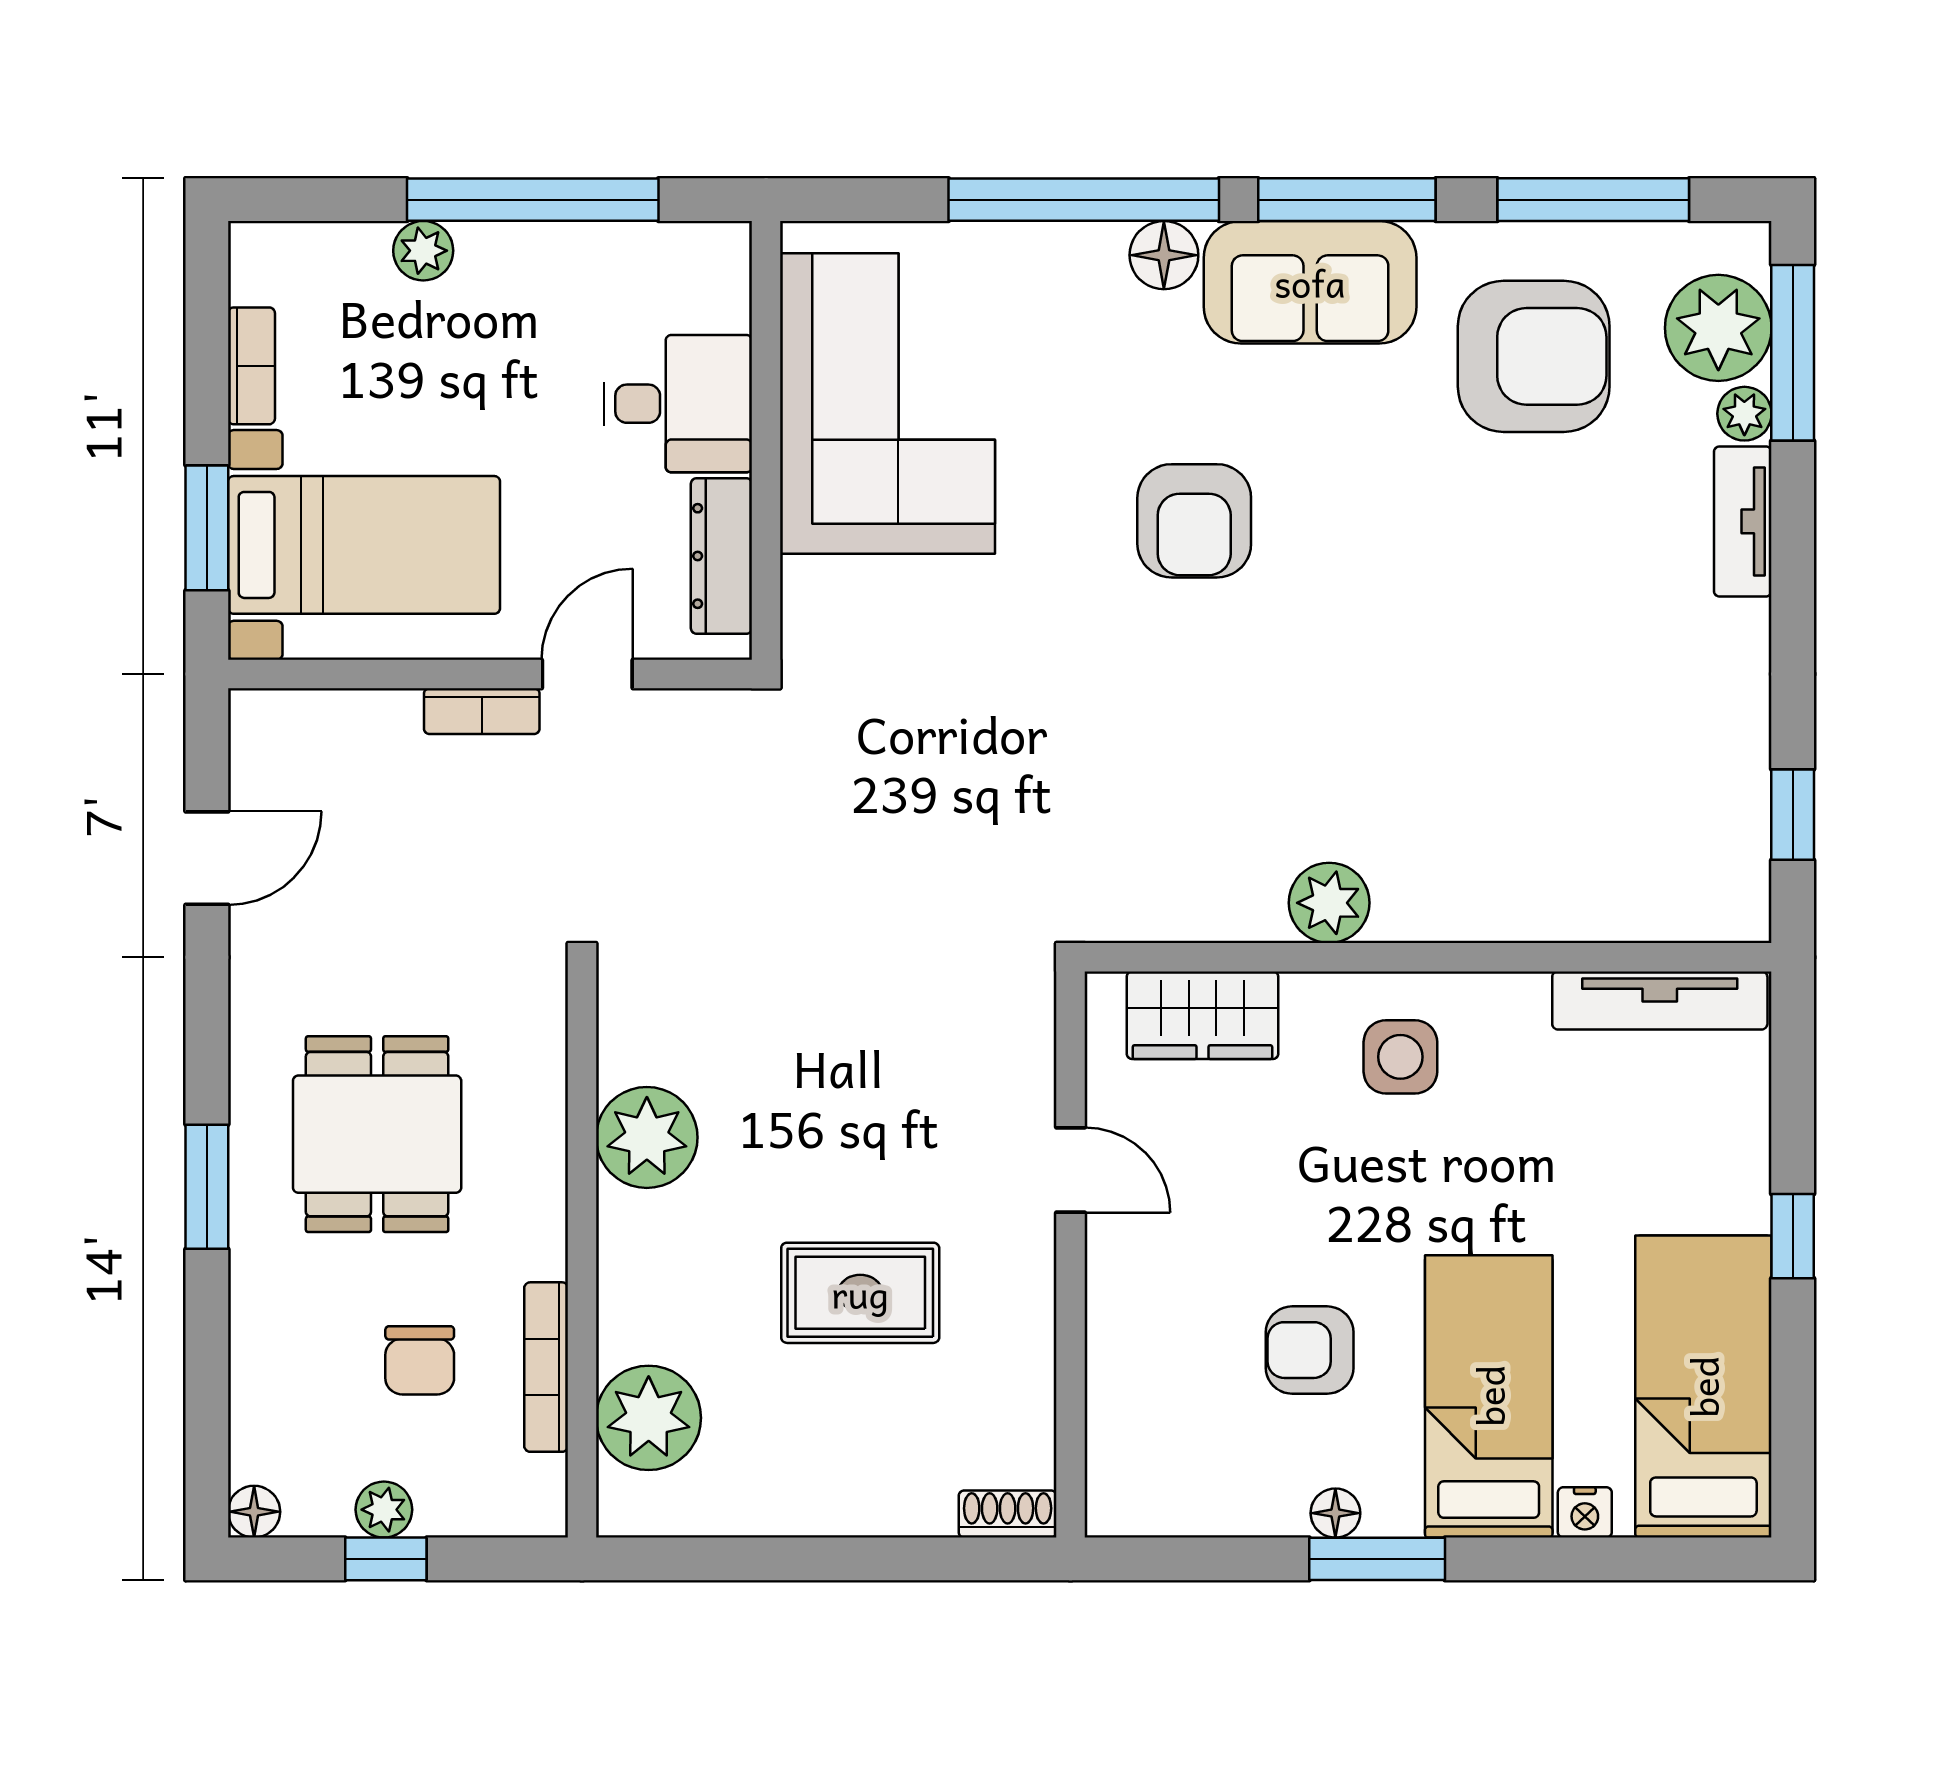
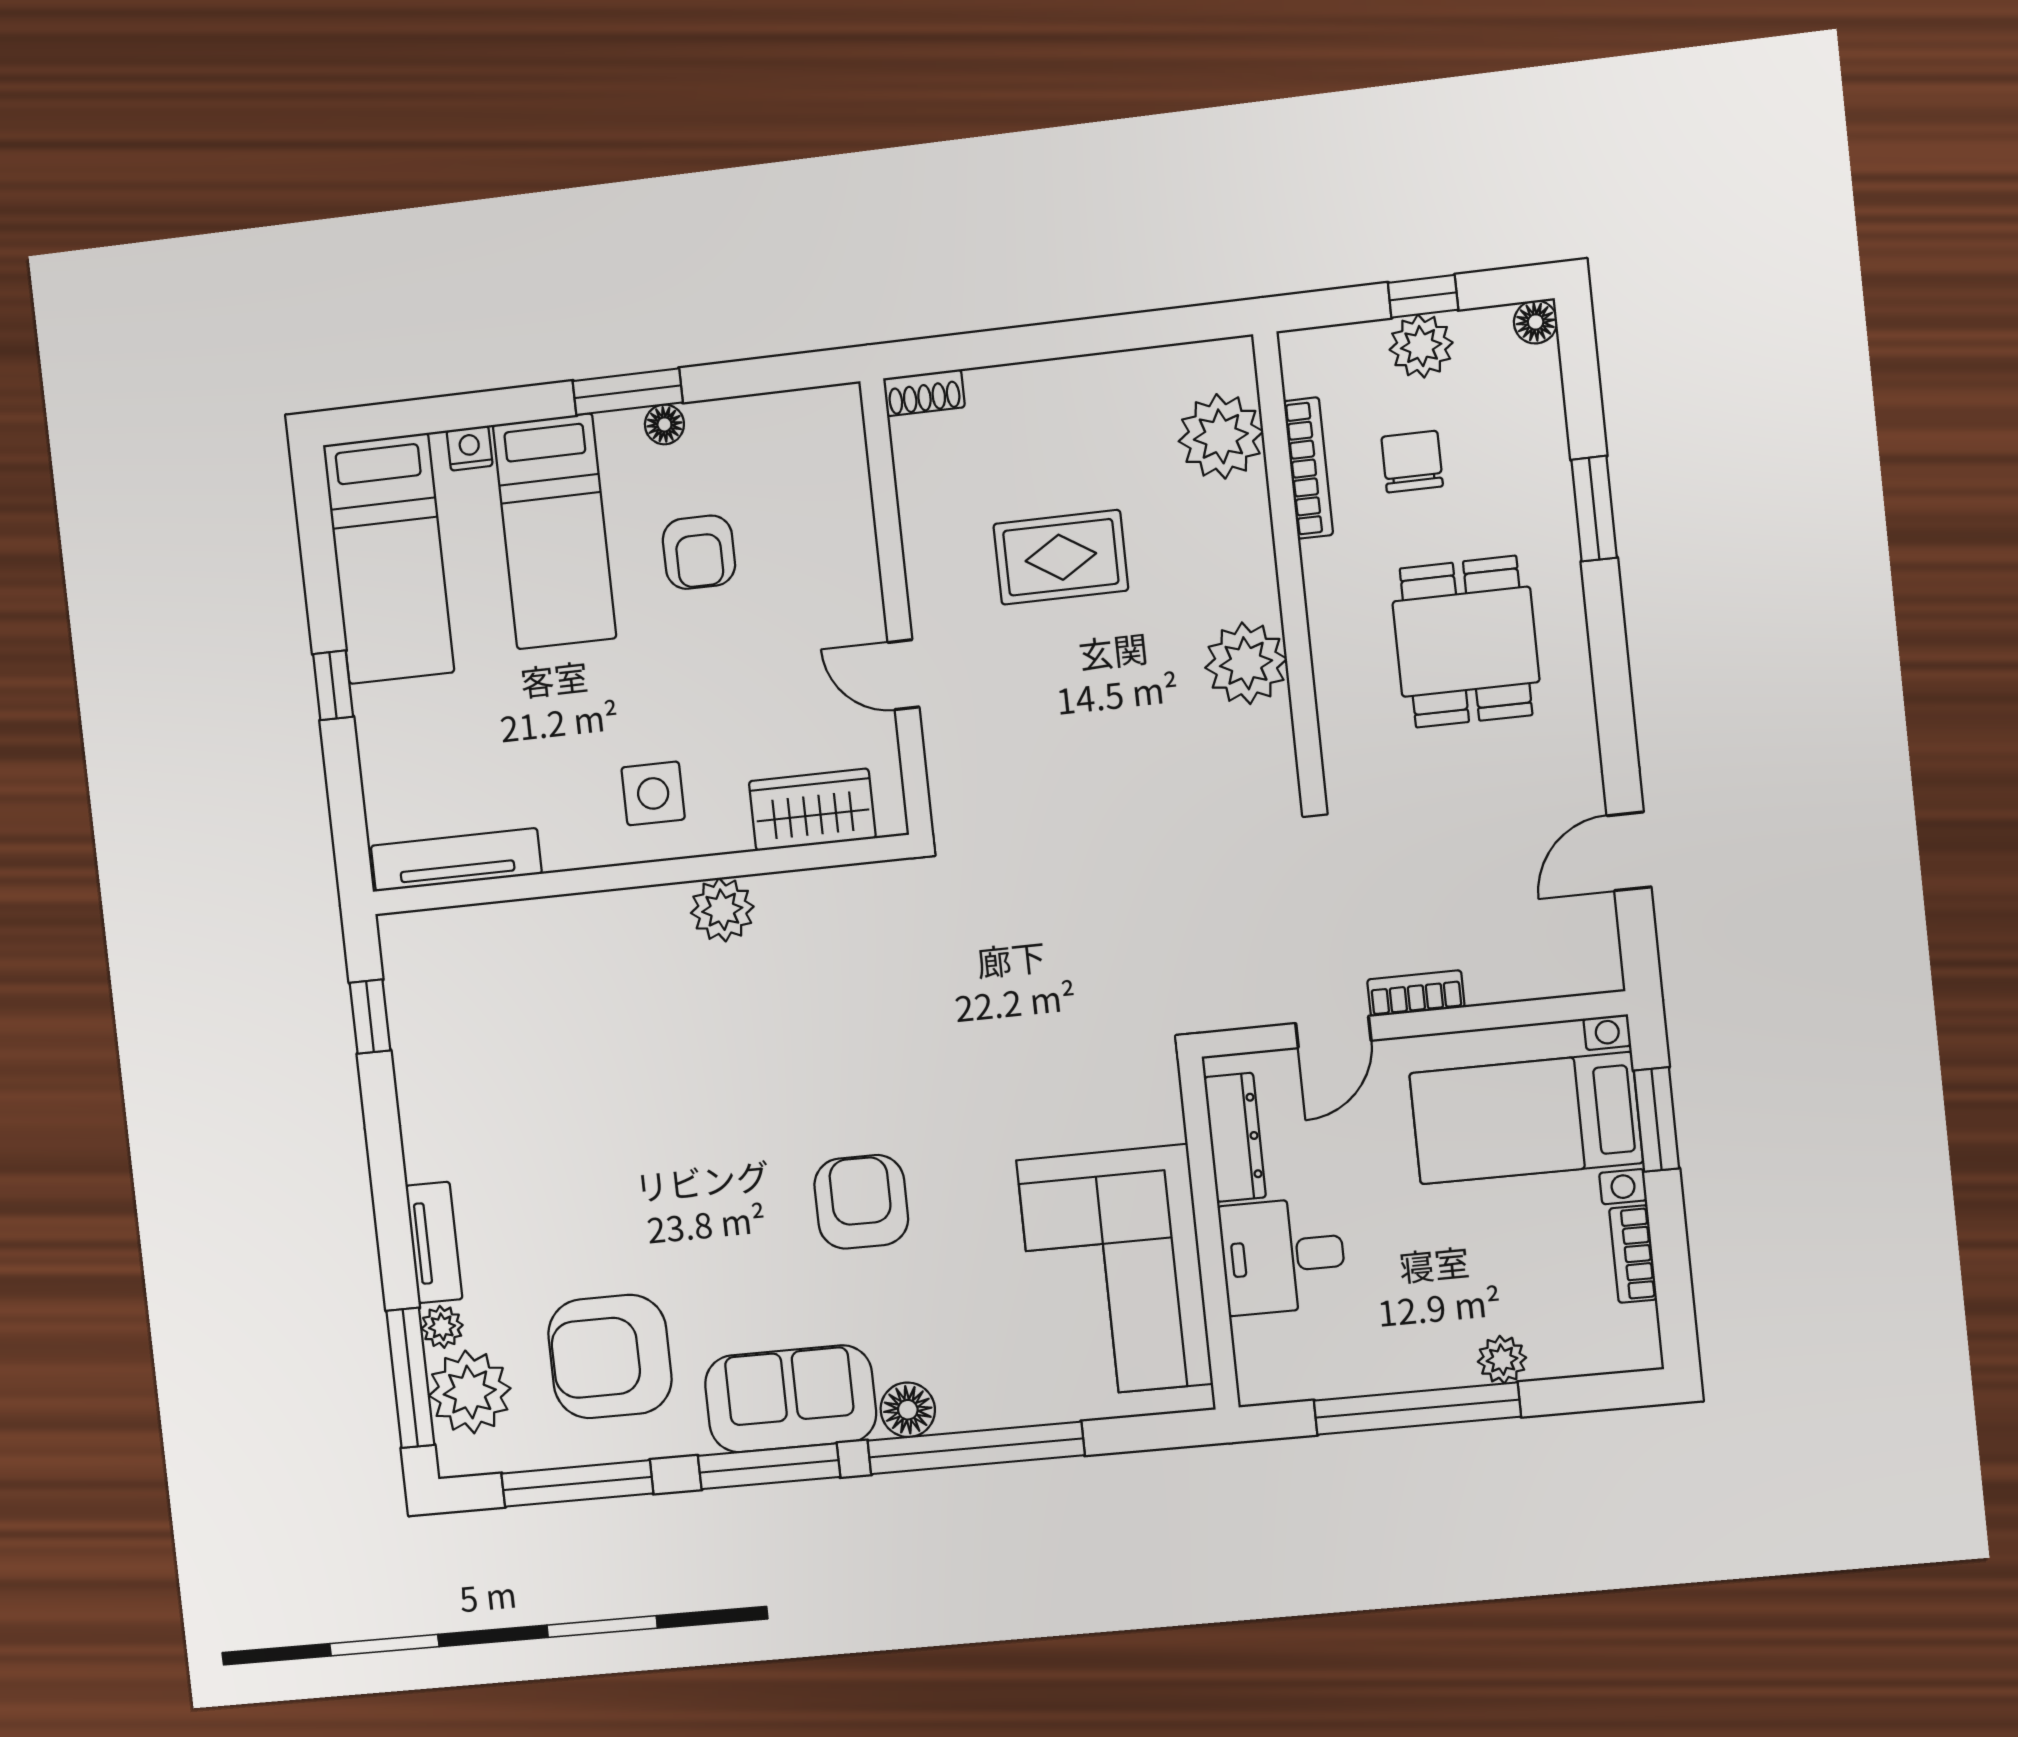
window: (207, 1187) -> (1594, 509), moved
armchair: (1310, 1350) -> (699, 552), turned 90
plant: (384, 1510) -> (1421, 346), width x1.38, depth x1.38

